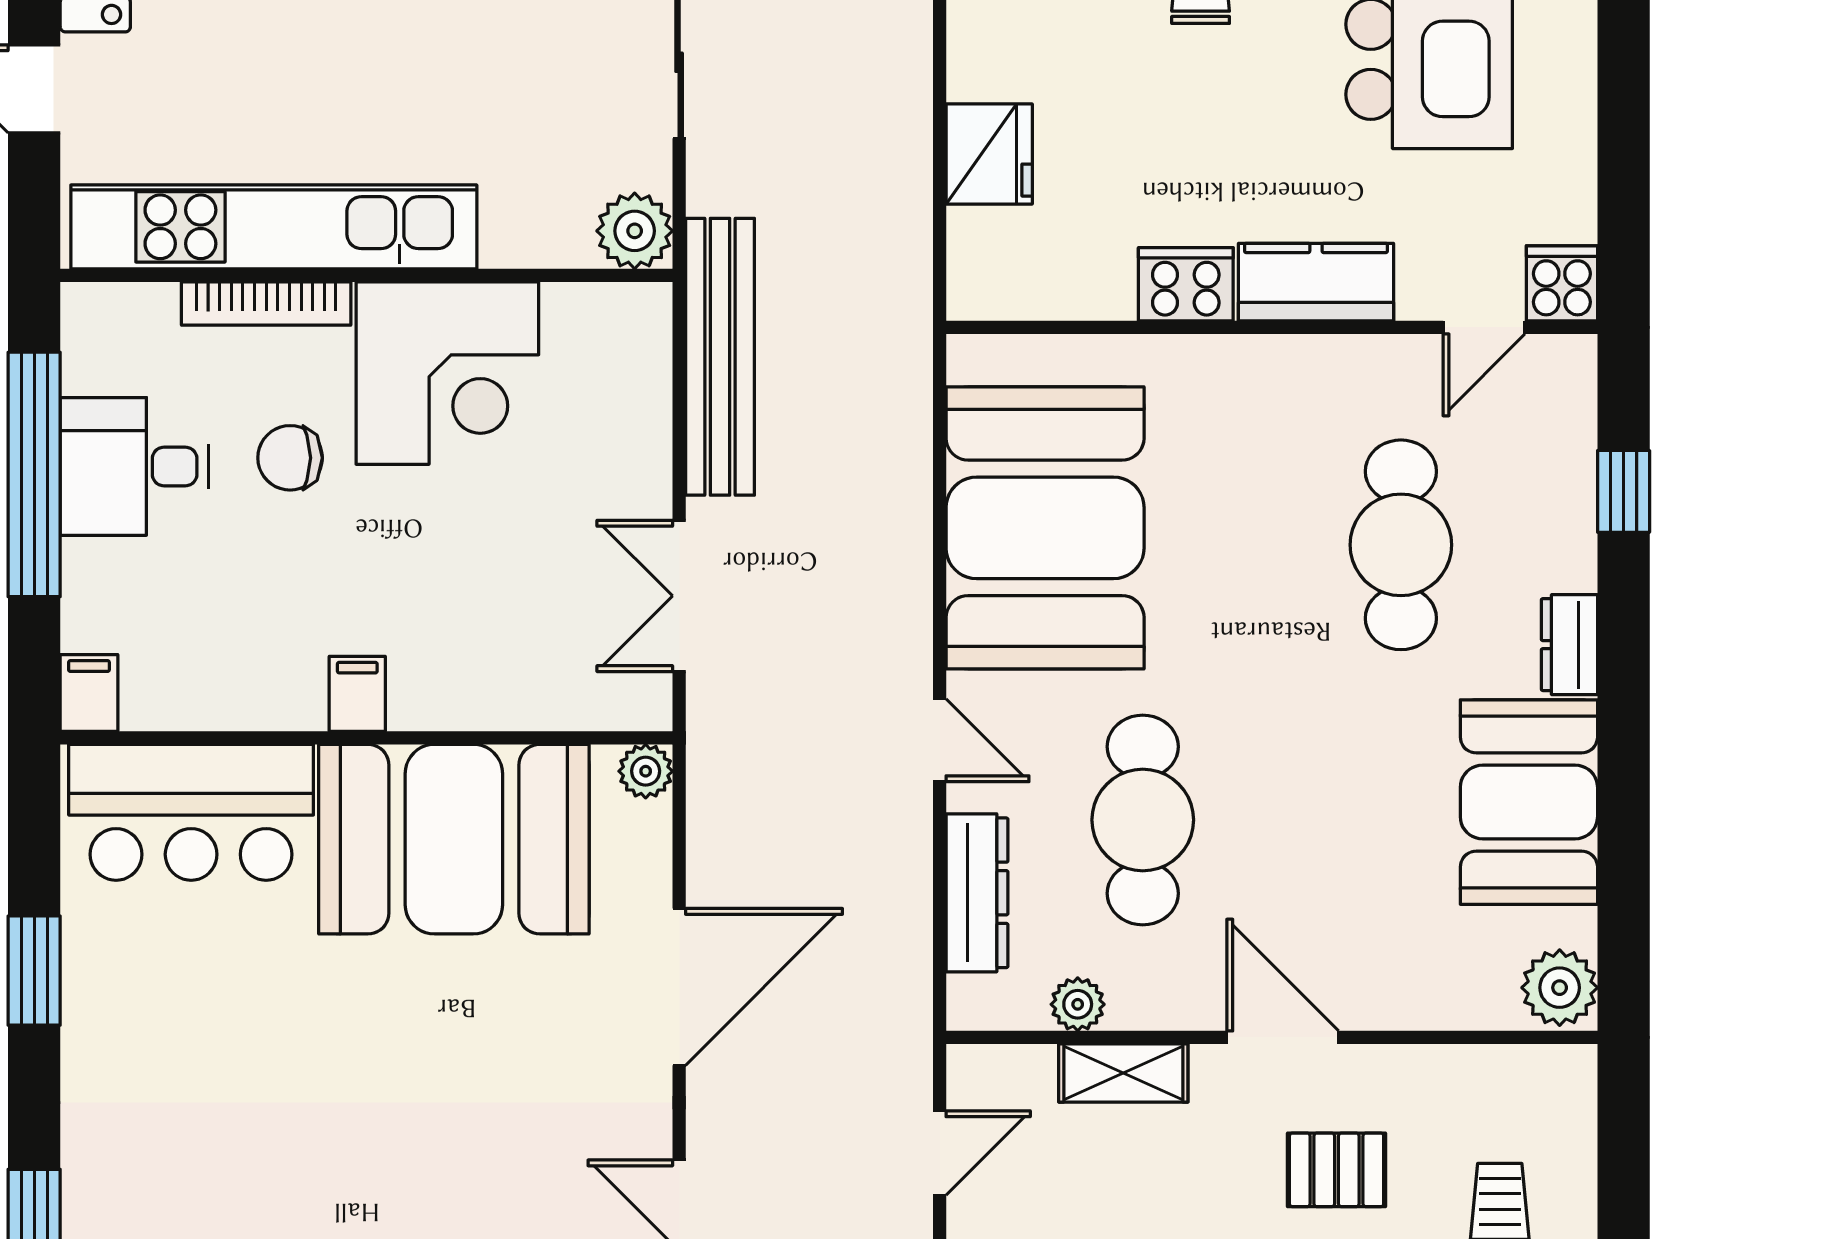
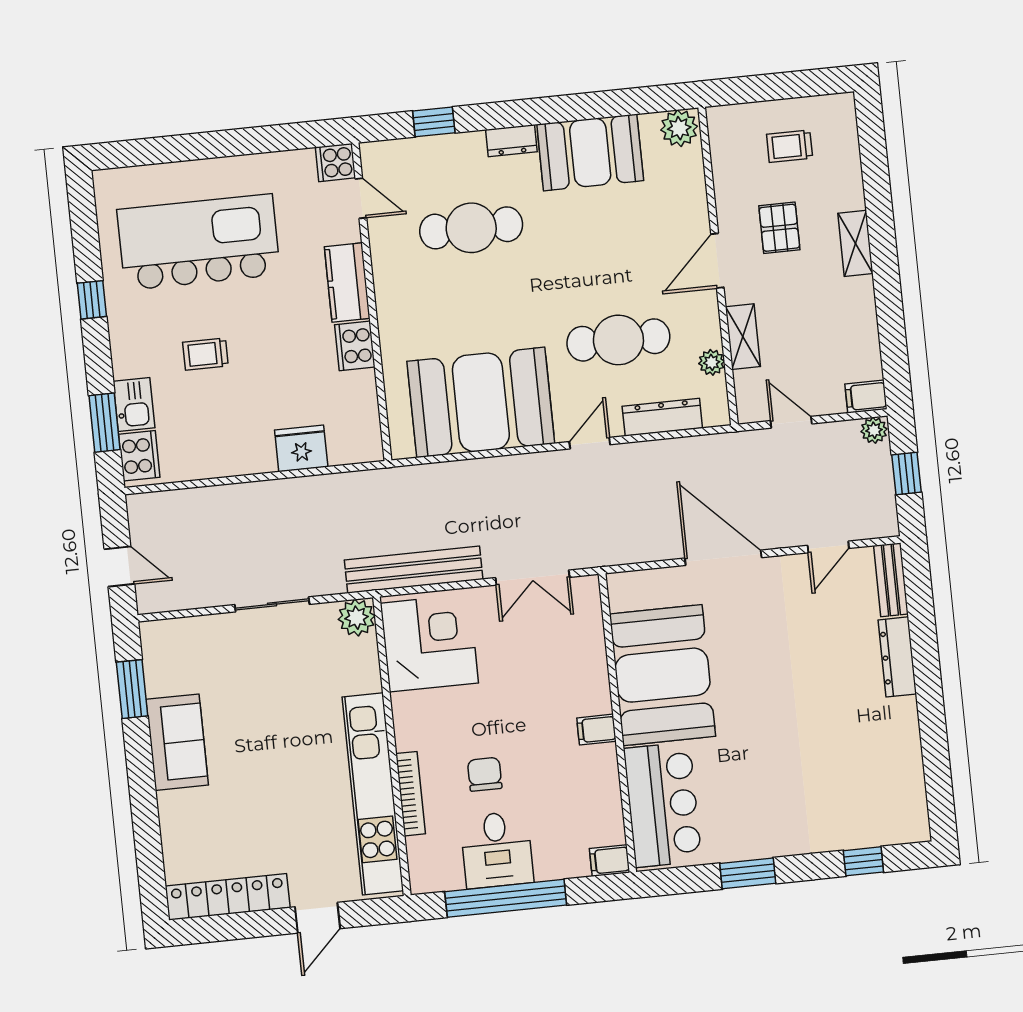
corner desk: (447, 373) -> (429, 643), moved
chair: (290, 458) -> (485, 774), turned 180
plant: (646, 771) -> (620, 585), removed

